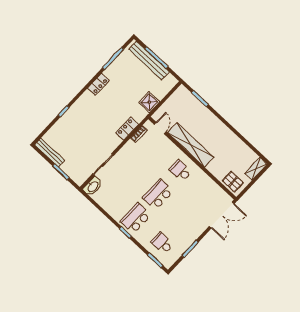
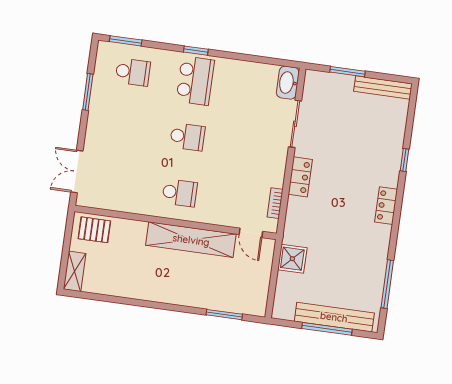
locker: (98, 84) -> (386, 206), moved
locker: (127, 129) -> (300, 177), moved
school desk: (158, 195) -> (187, 137), width x0.54
double door: (222, 215) -> (77, 171), width x0.73

